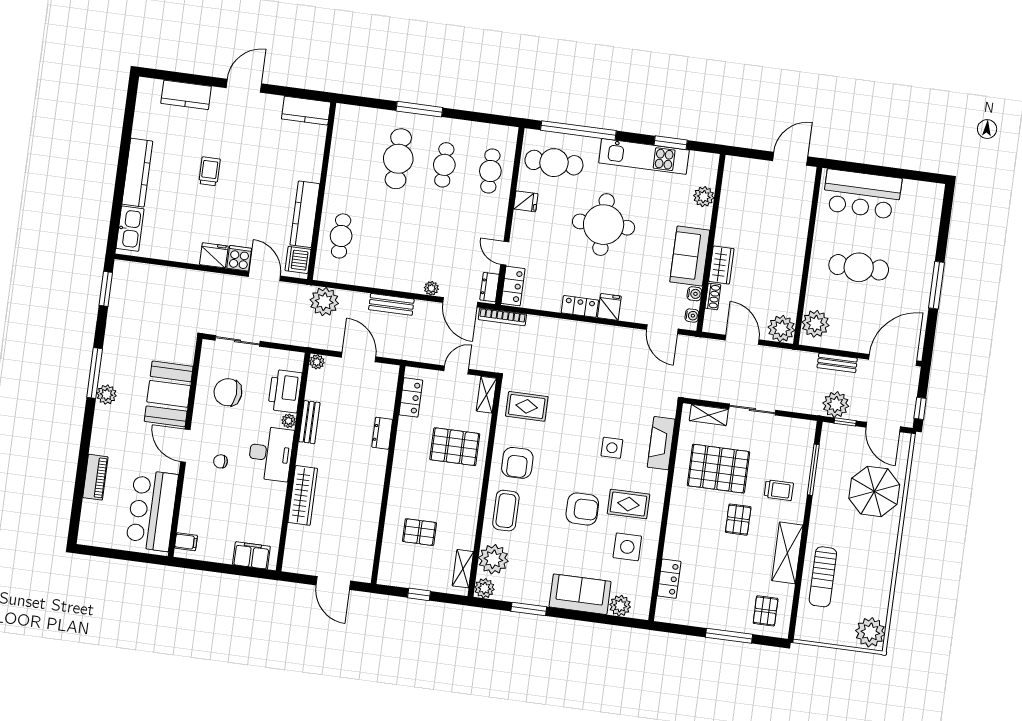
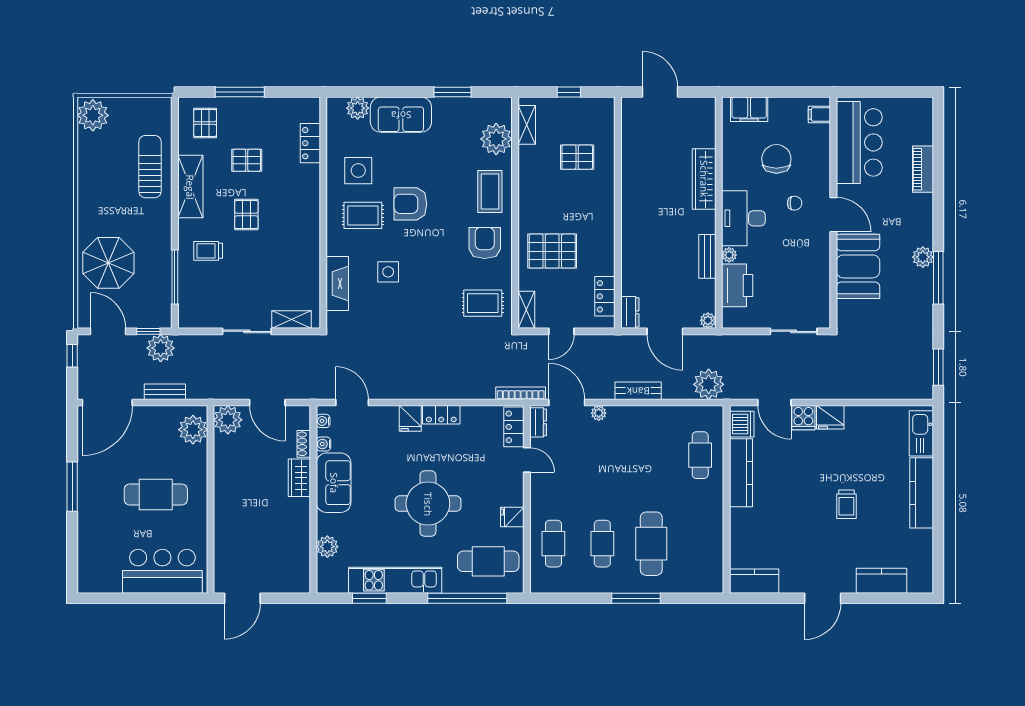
chair: (228, 392) -> (776, 159), moved, turned -94
dresser: (382, 433) -> (630, 312), moved
pallet: (718, 469) -> (247, 160), moved, width x0.49, depth x0.50
plant: (484, 588) -> (502, 108), removed

